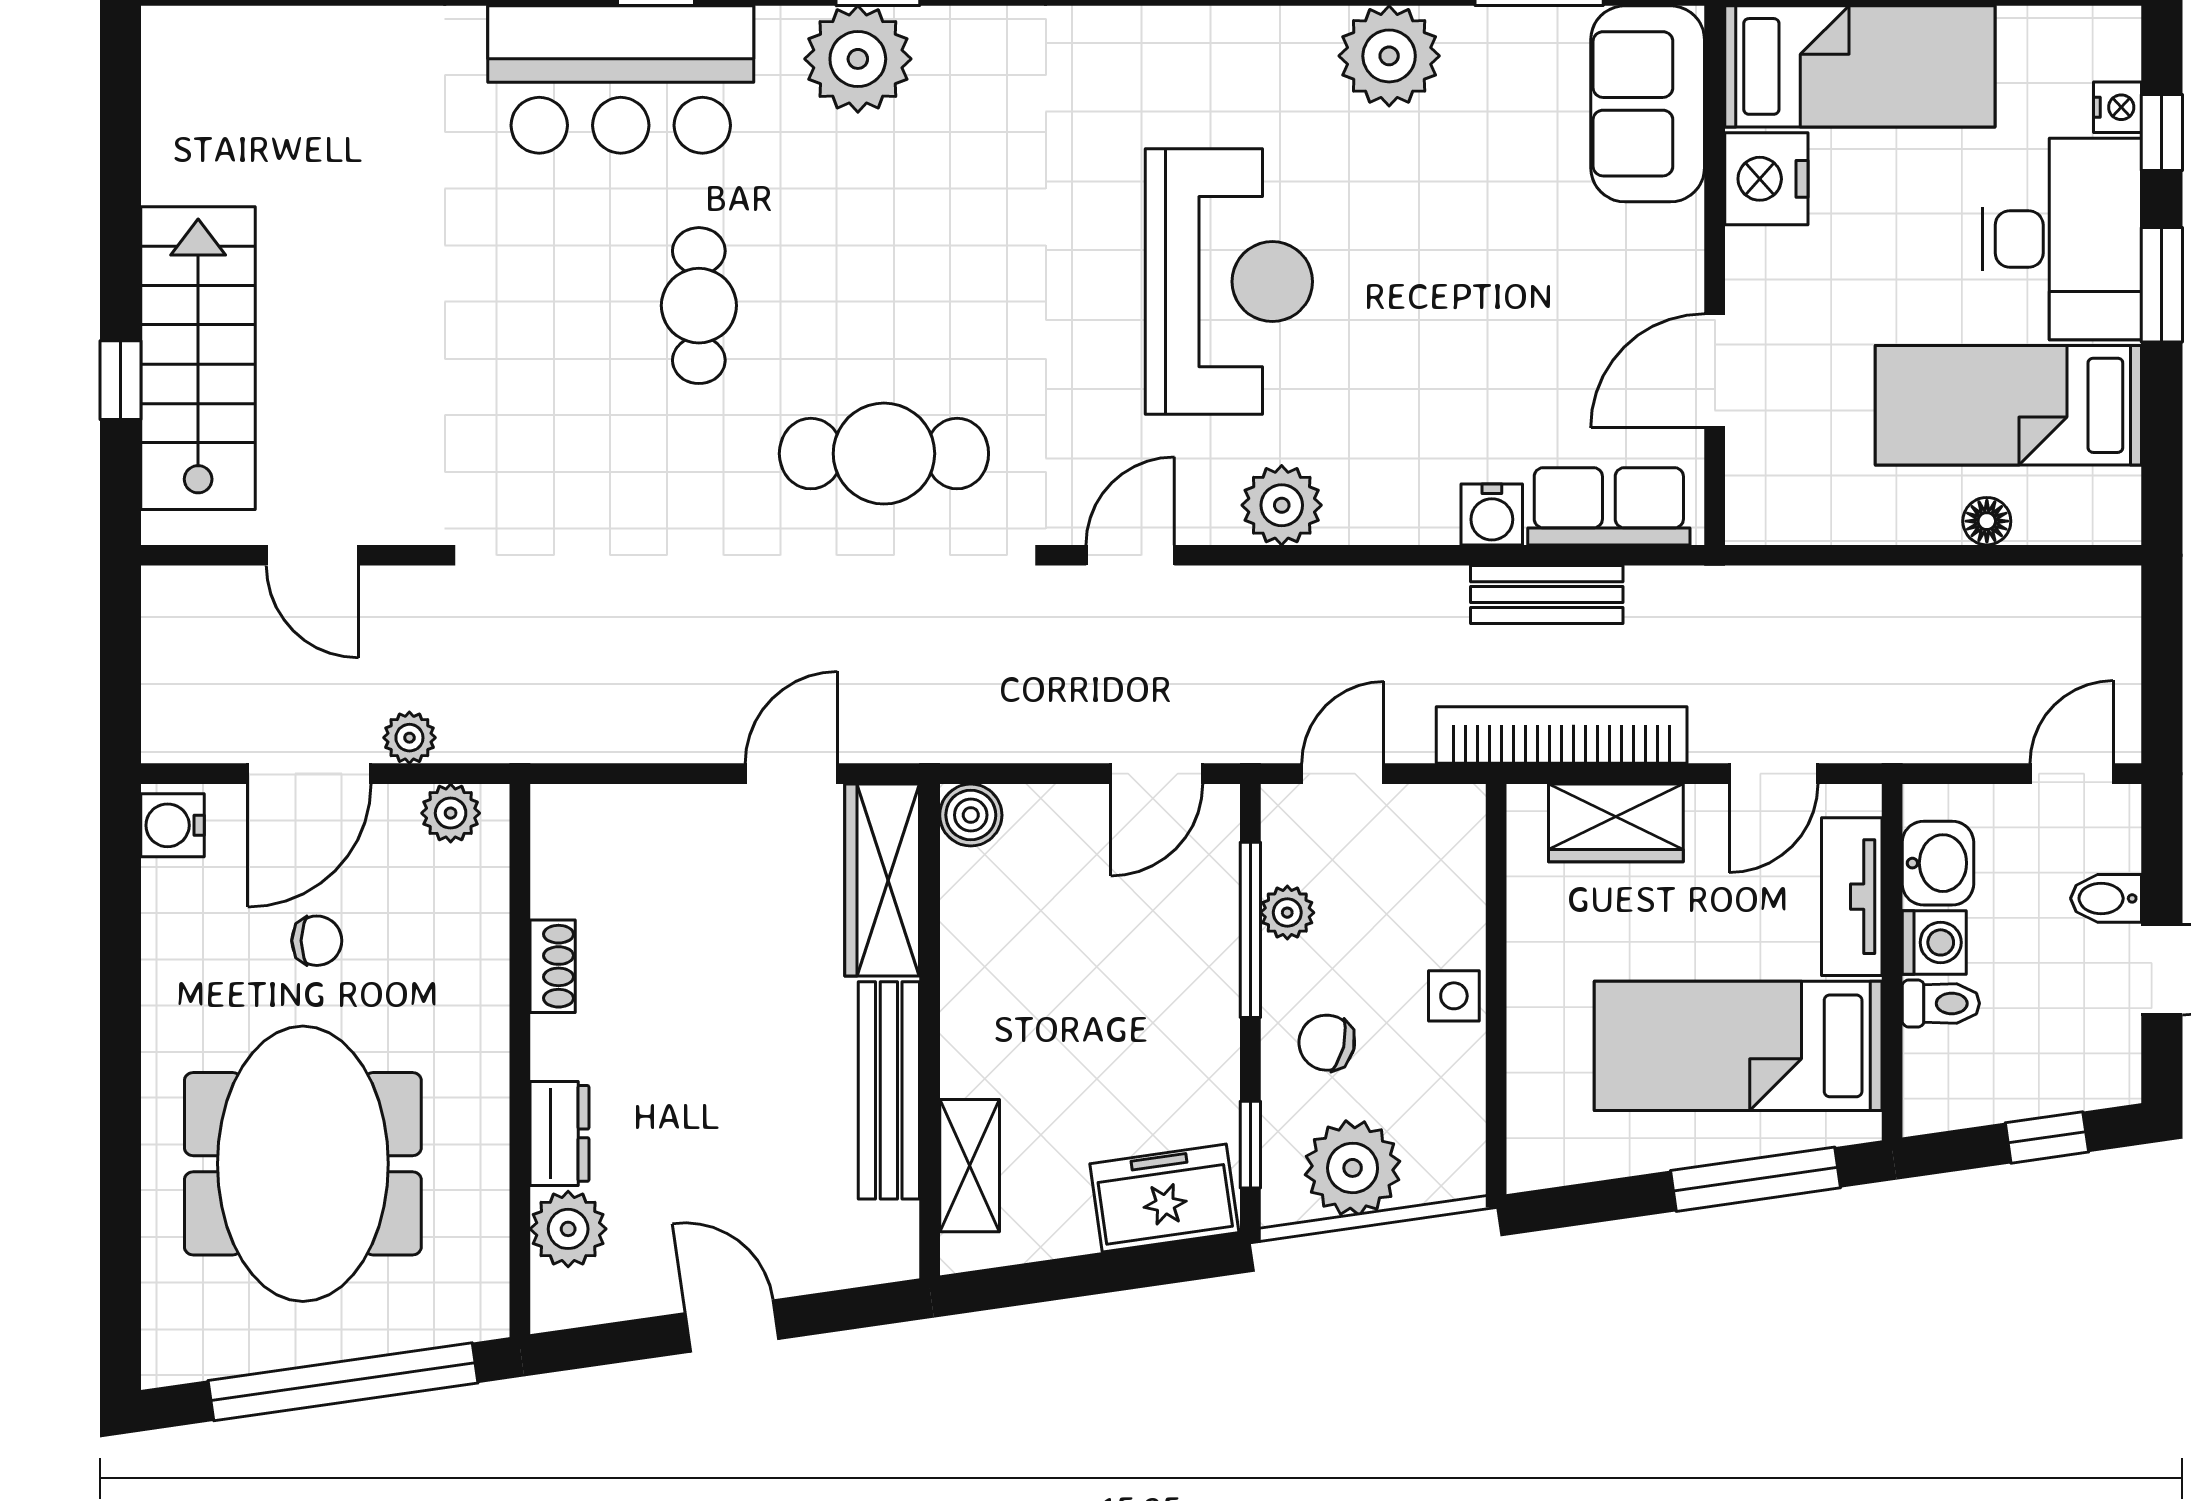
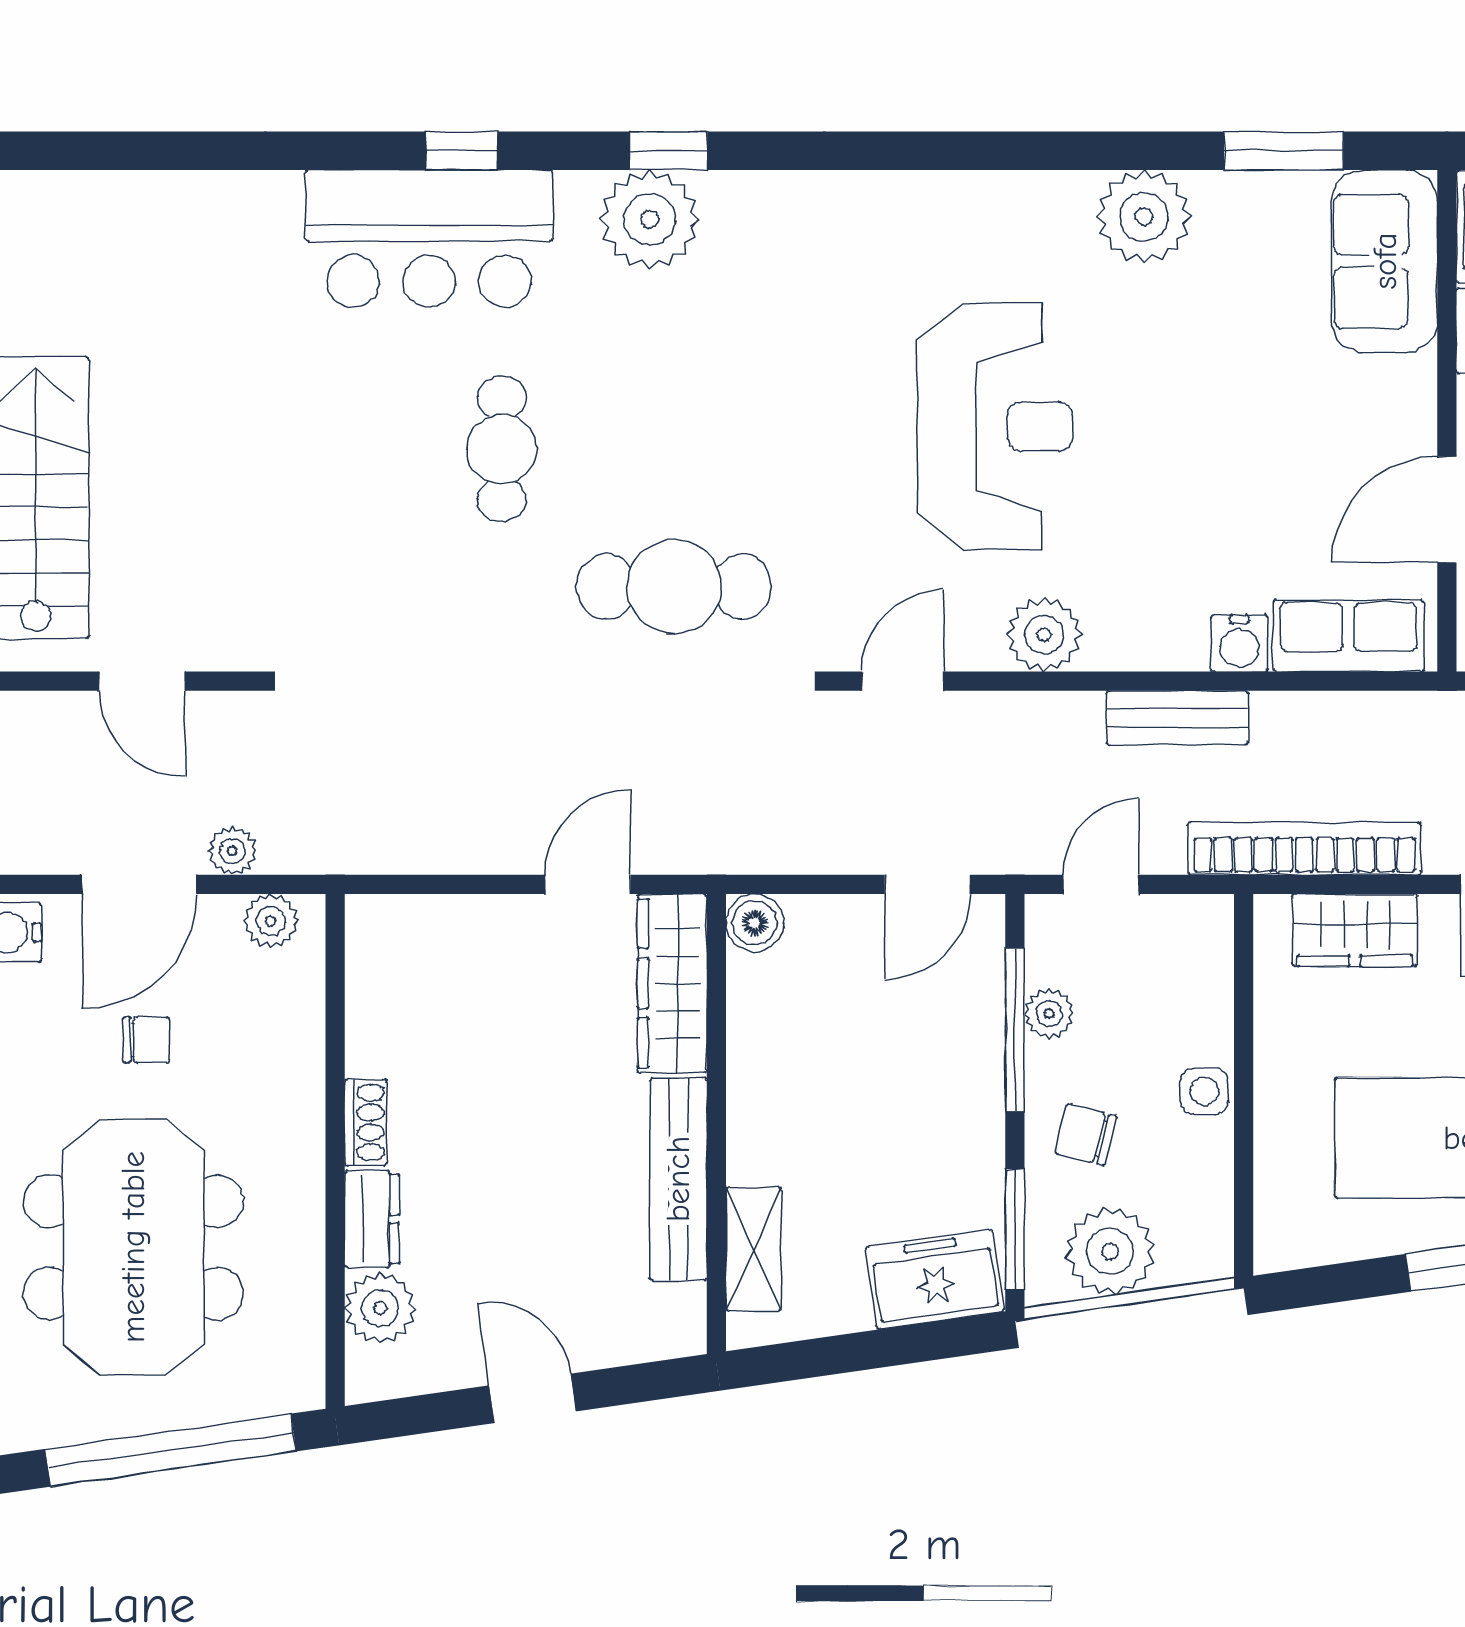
bench: (1547, 595) -> (1177, 718), moved
shoe rack: (553, 966) -> (366, 1122), moved
window: (1250, 1145) -> (1015, 1230), width x1.50

